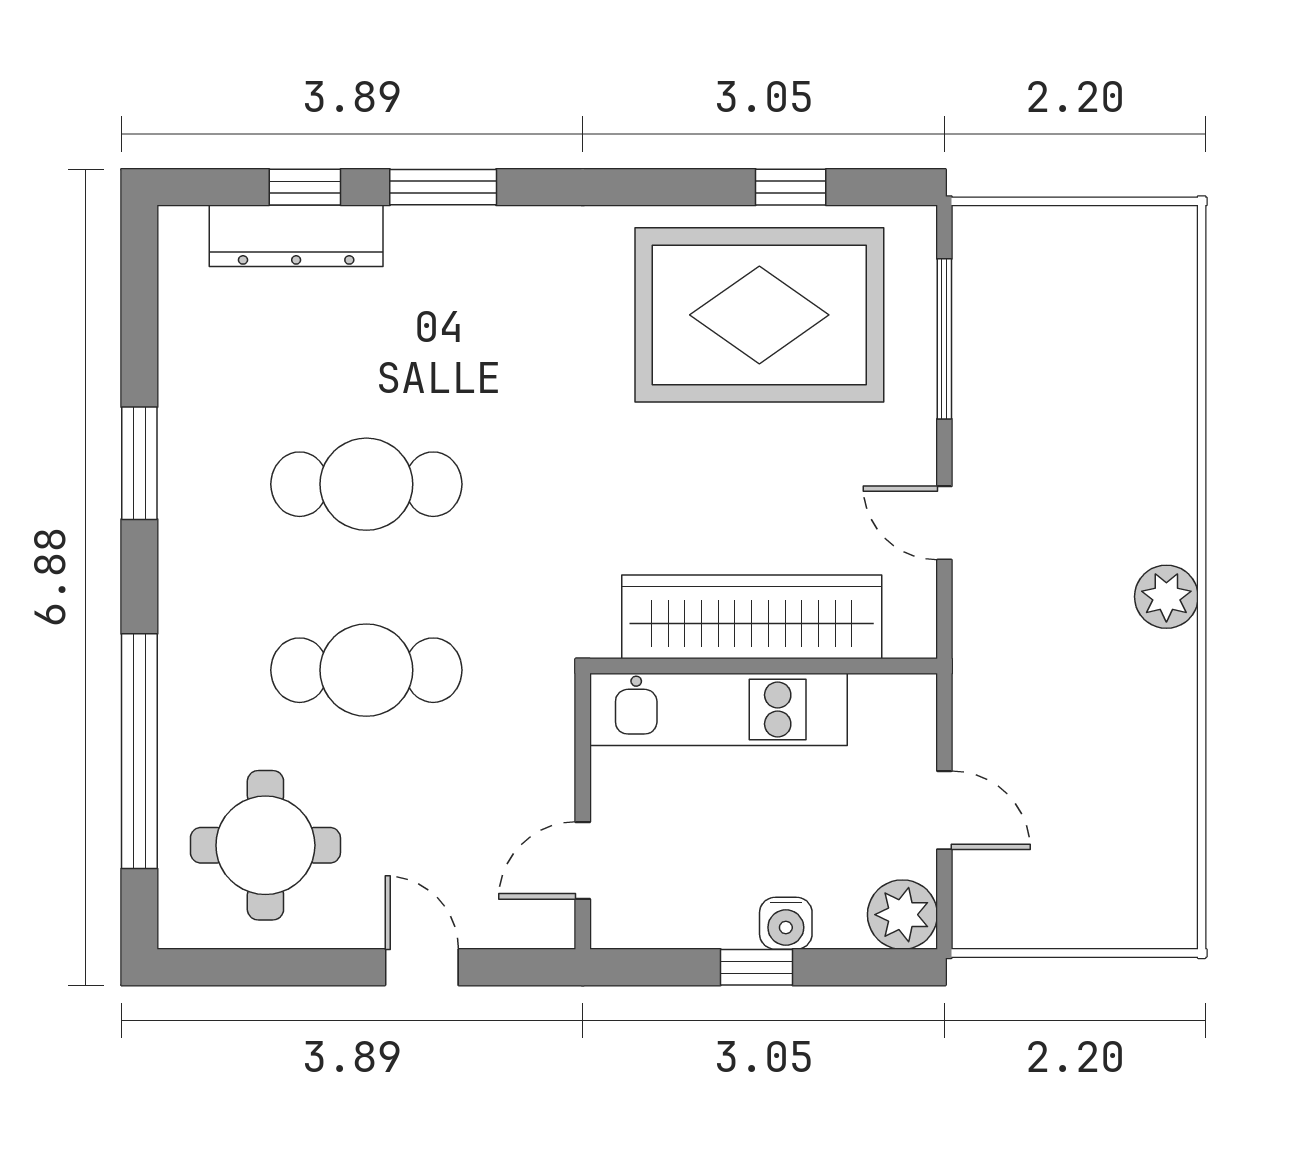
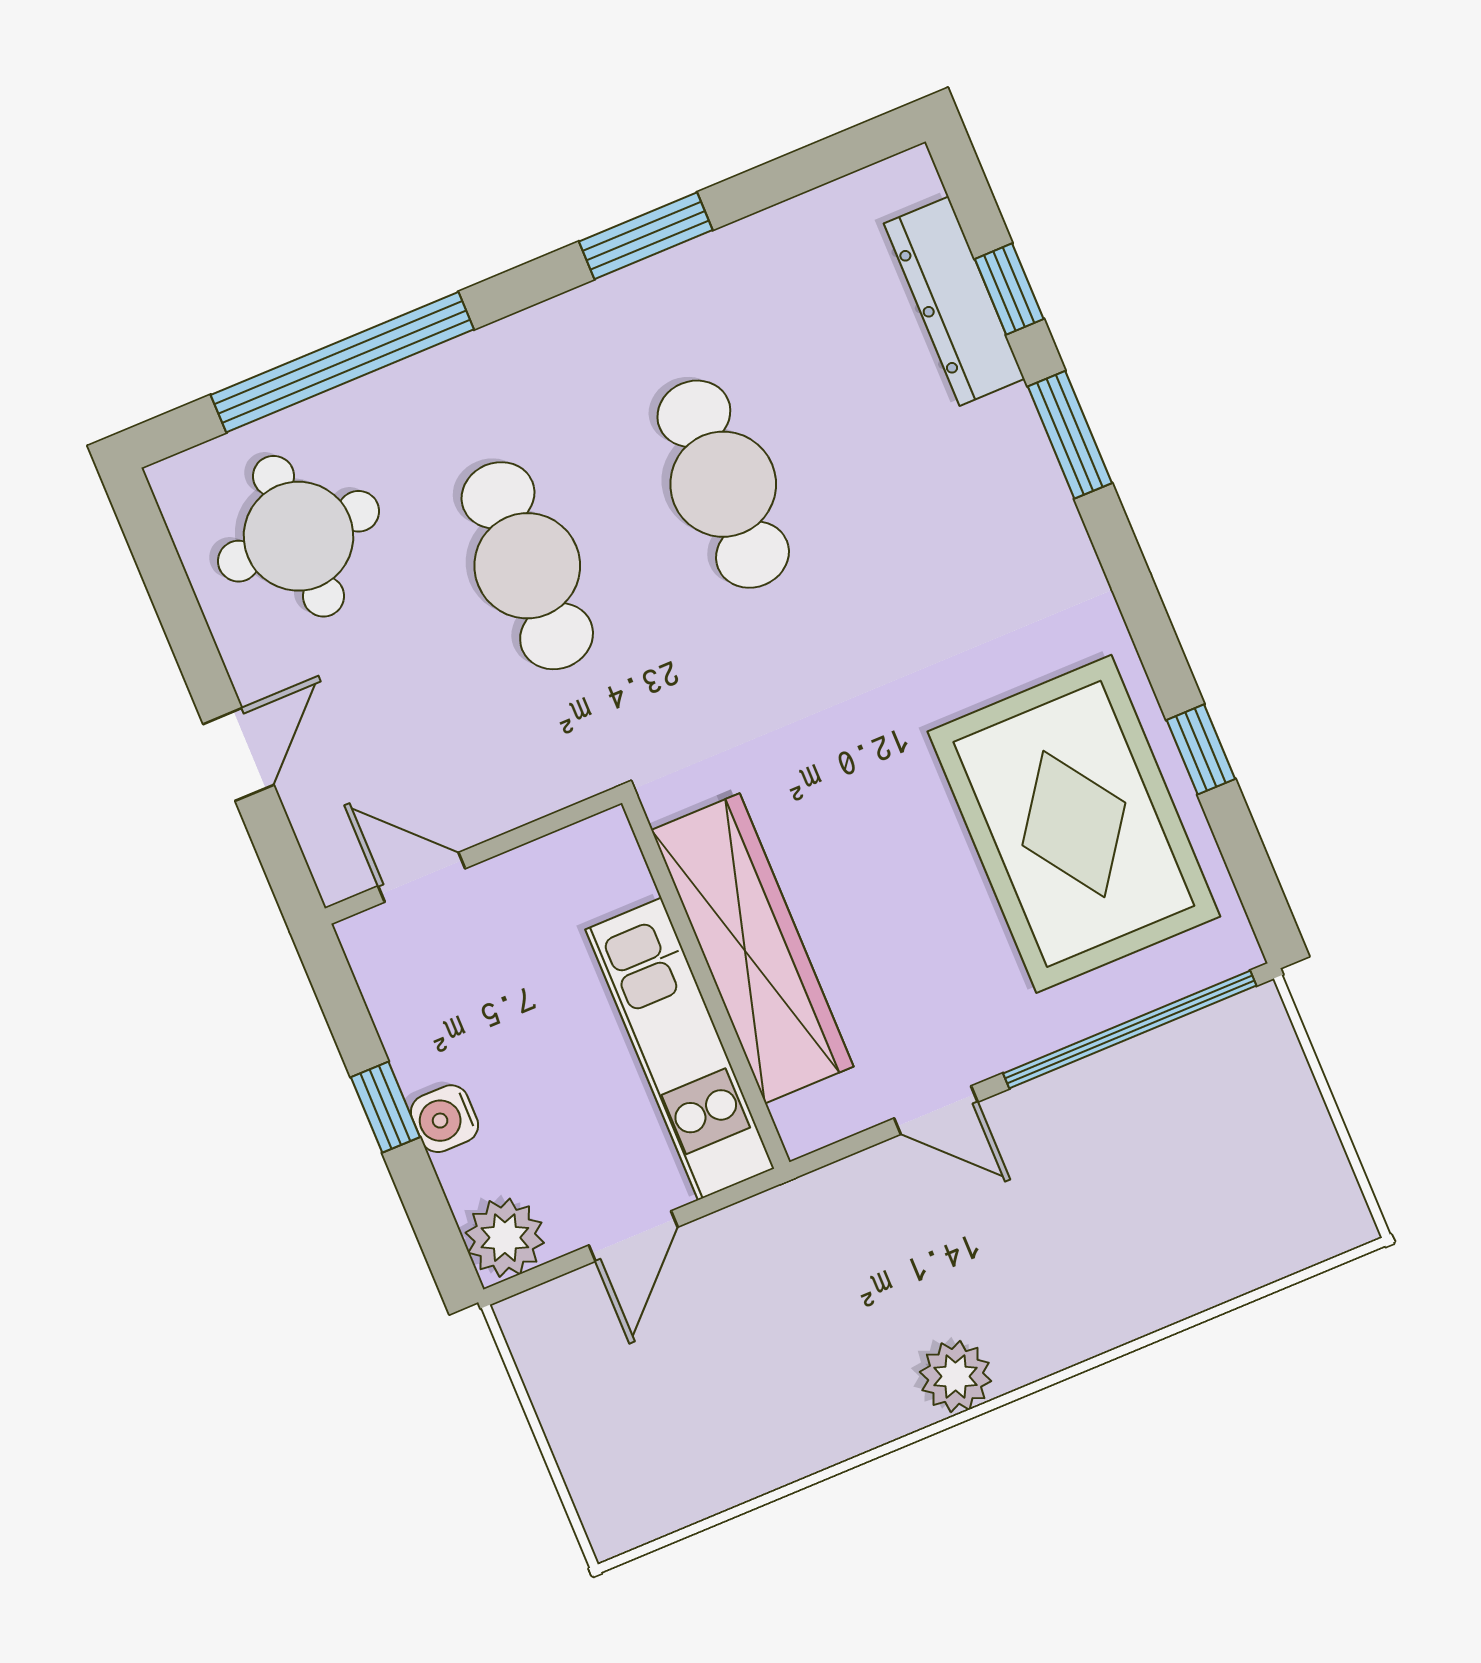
window: (791, 187) -> (1201, 749), moved
window: (944, 339) -> (1130, 1029), width x1.46
door: (944, 523) -> (936, 1110), swing flipped
kitchen unit: (719, 709) -> (680, 1049), moved

